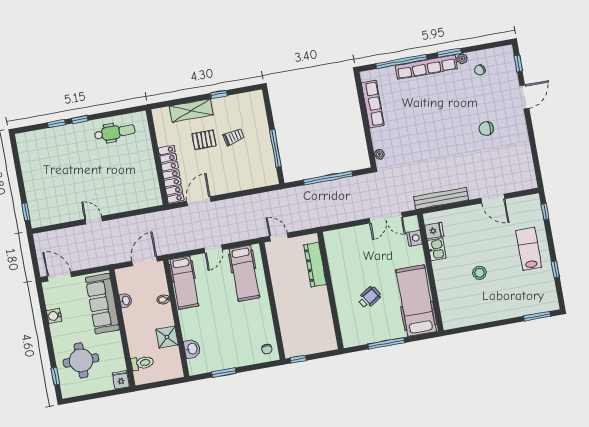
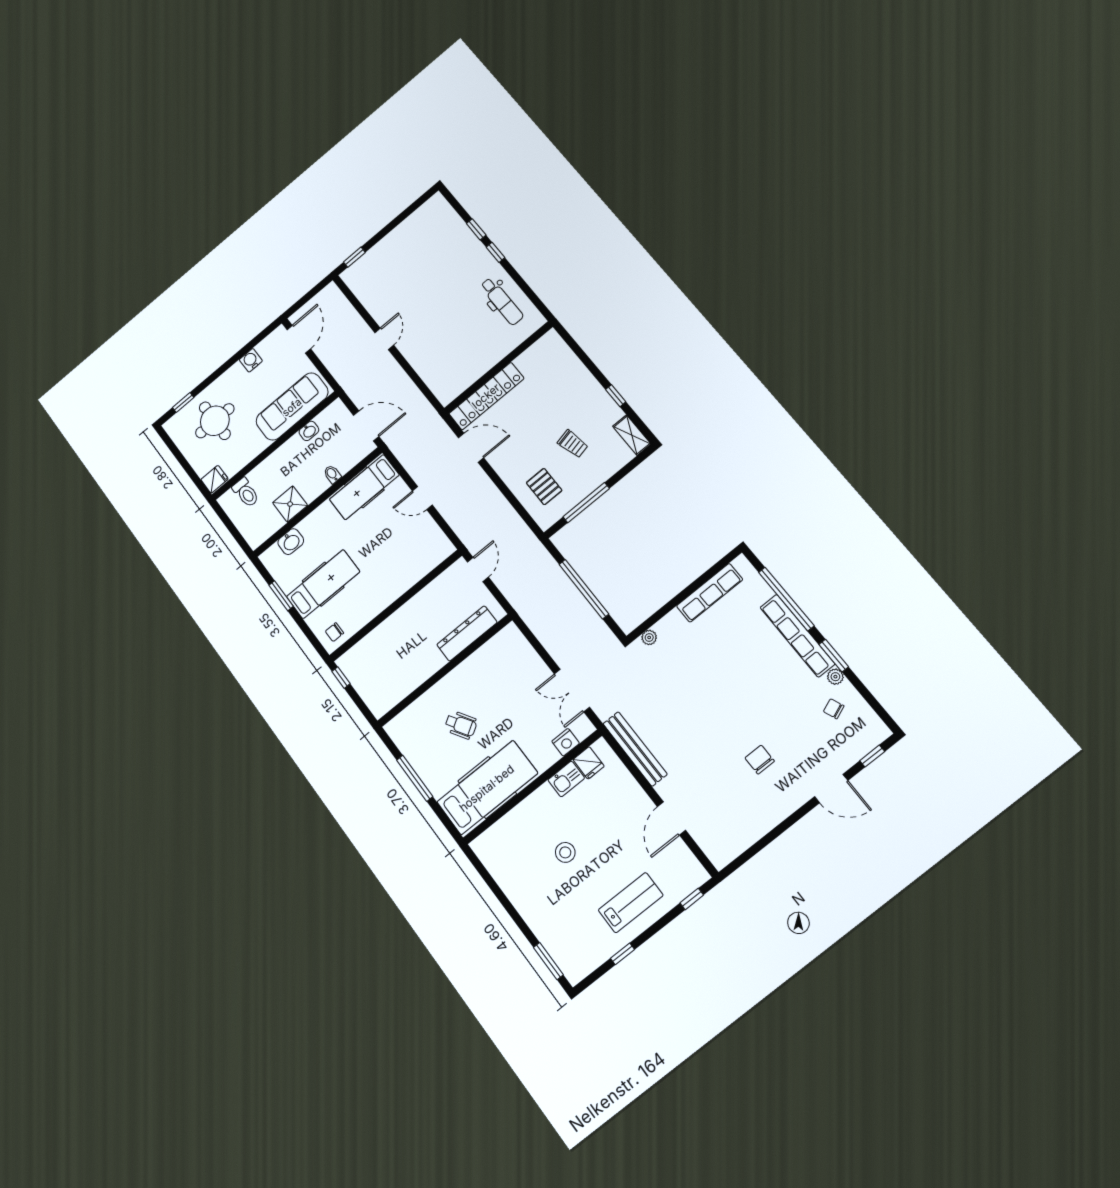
shelving: (191, 111) -> (632, 435), moved, width x0.67, depth x0.75
pallet: (204, 140) -> (544, 487), moved
hospital bed: (244, 273) -> (323, 584), moved, turned 180

